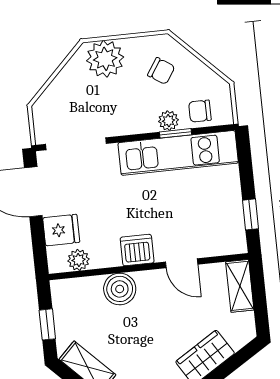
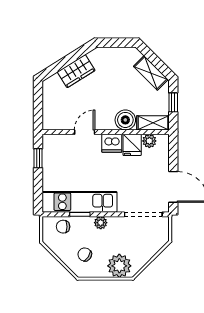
chair: (200, 111) -> (63, 227), turned 180
plant: (168, 121) -> (101, 223), moved
fridge: (61, 230) -> (132, 145), moved, turned -90
door: (182, 263) -> (85, 132), hinge flipped
shelving: (240, 286) -> (153, 123), moved, turned 90

